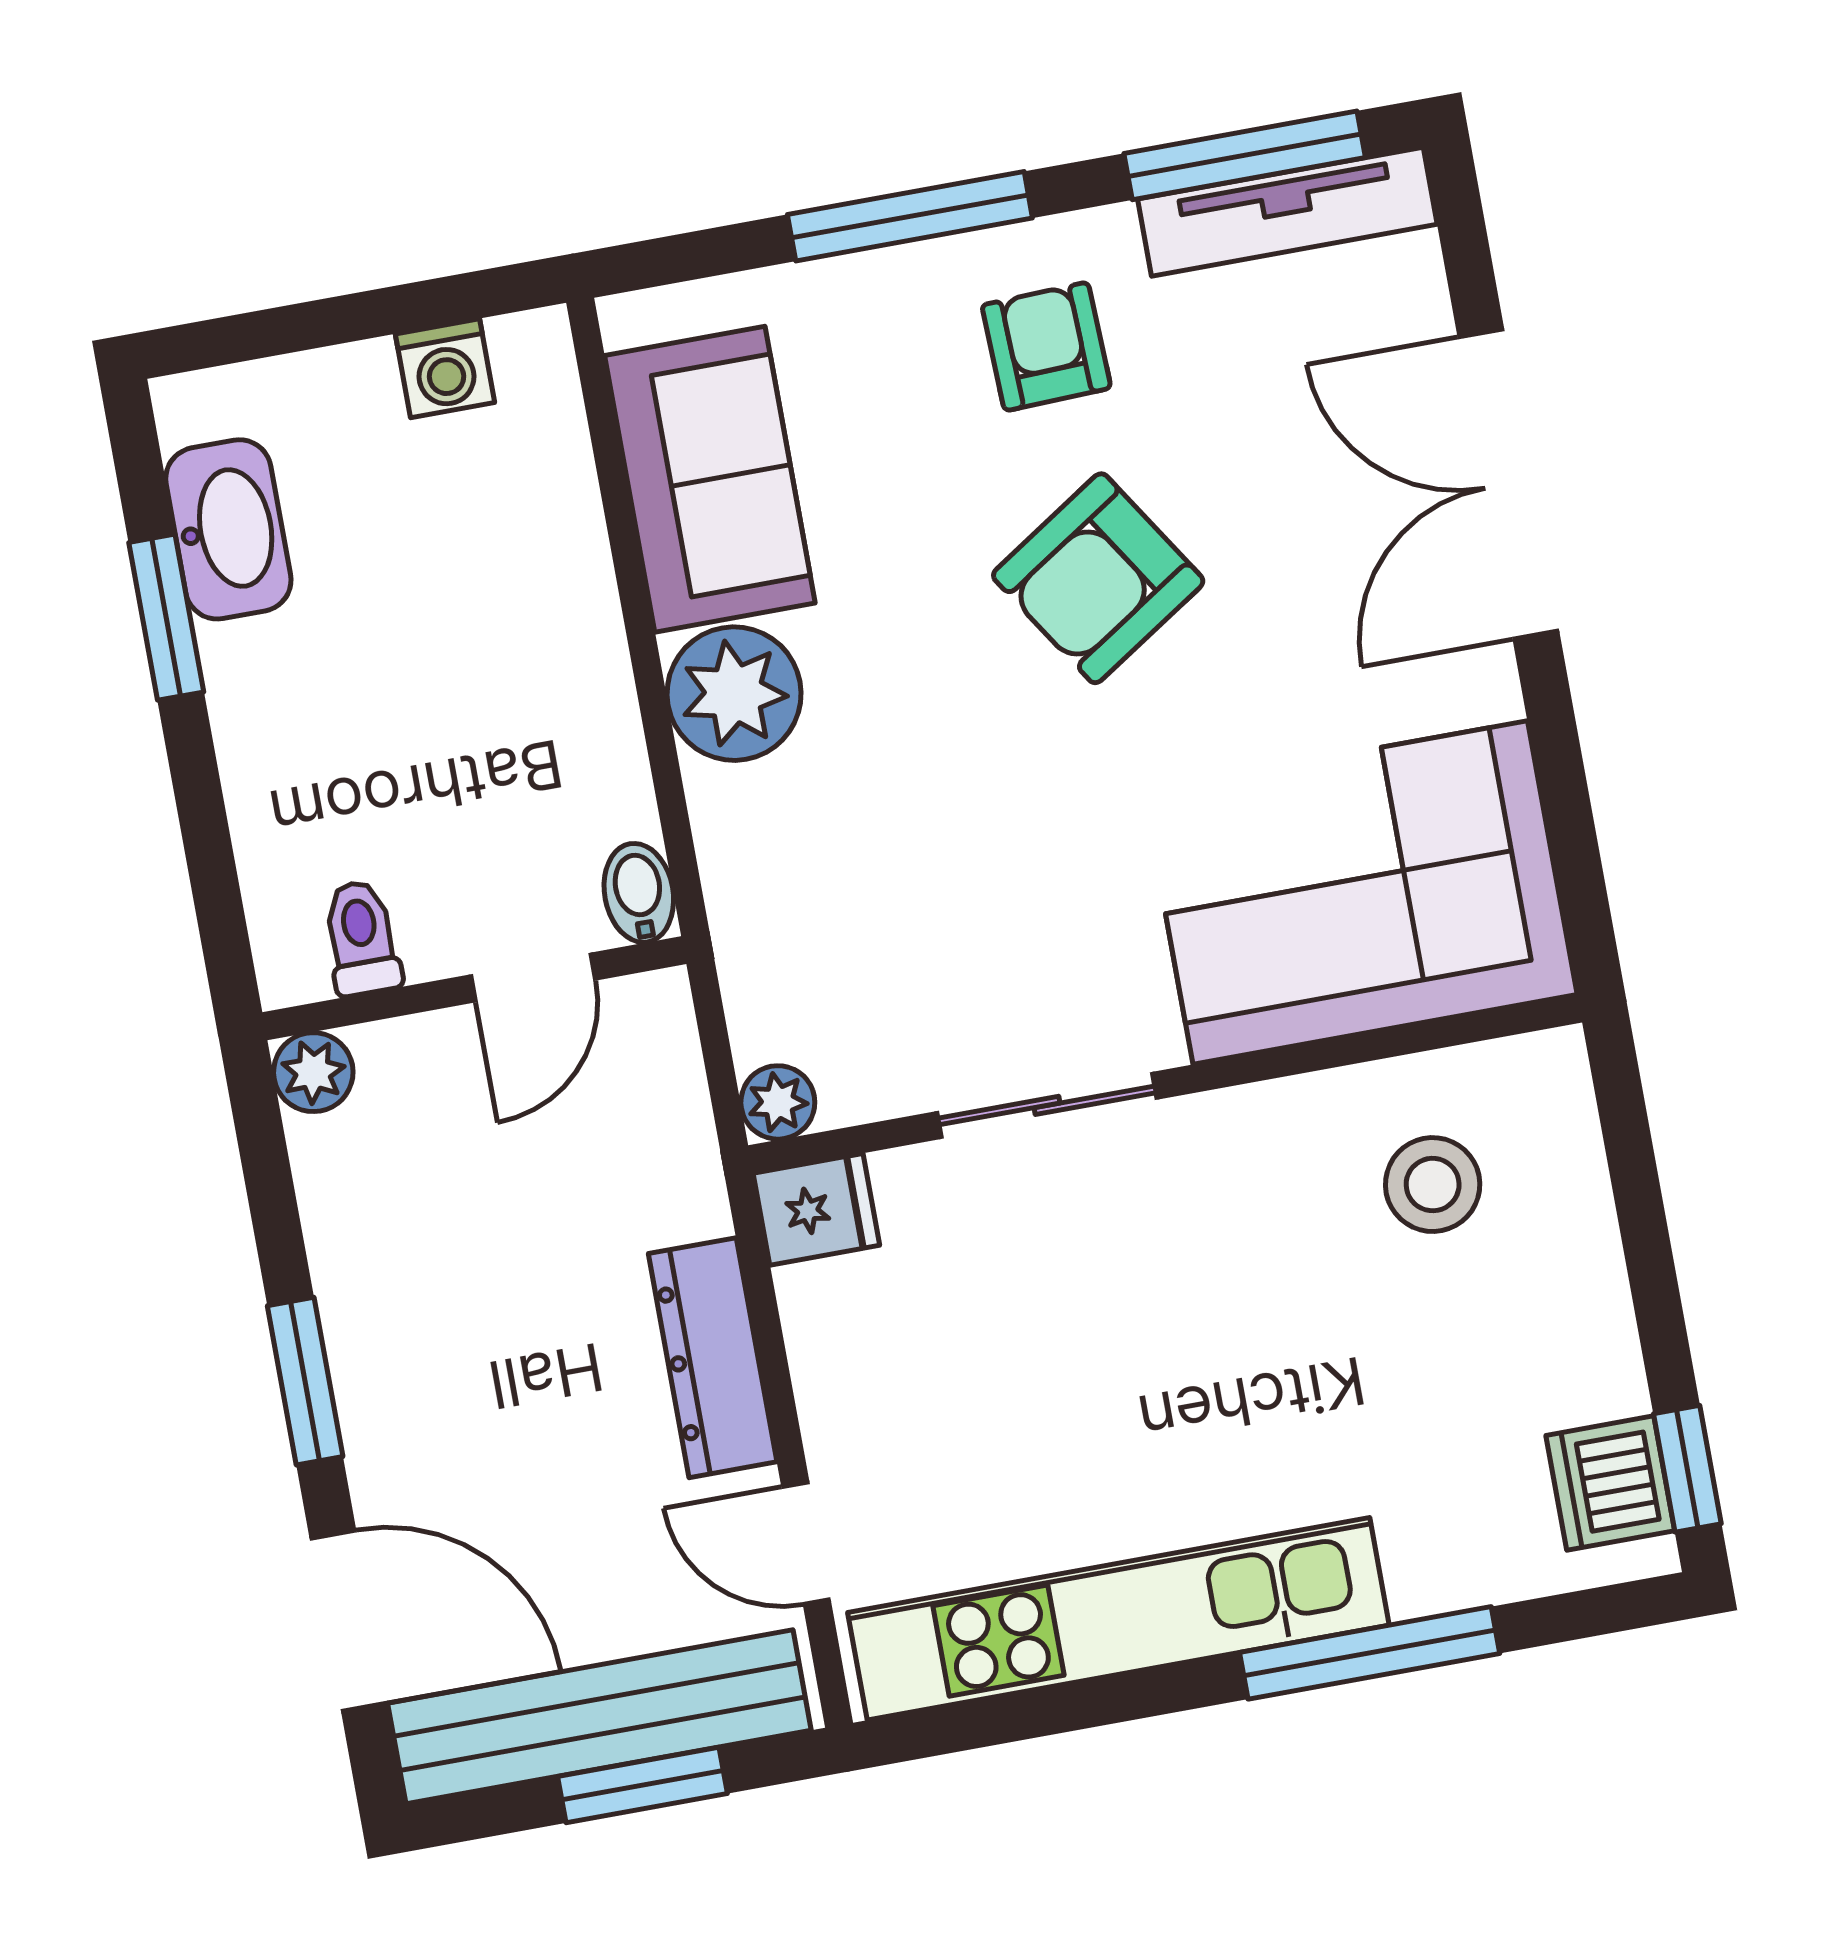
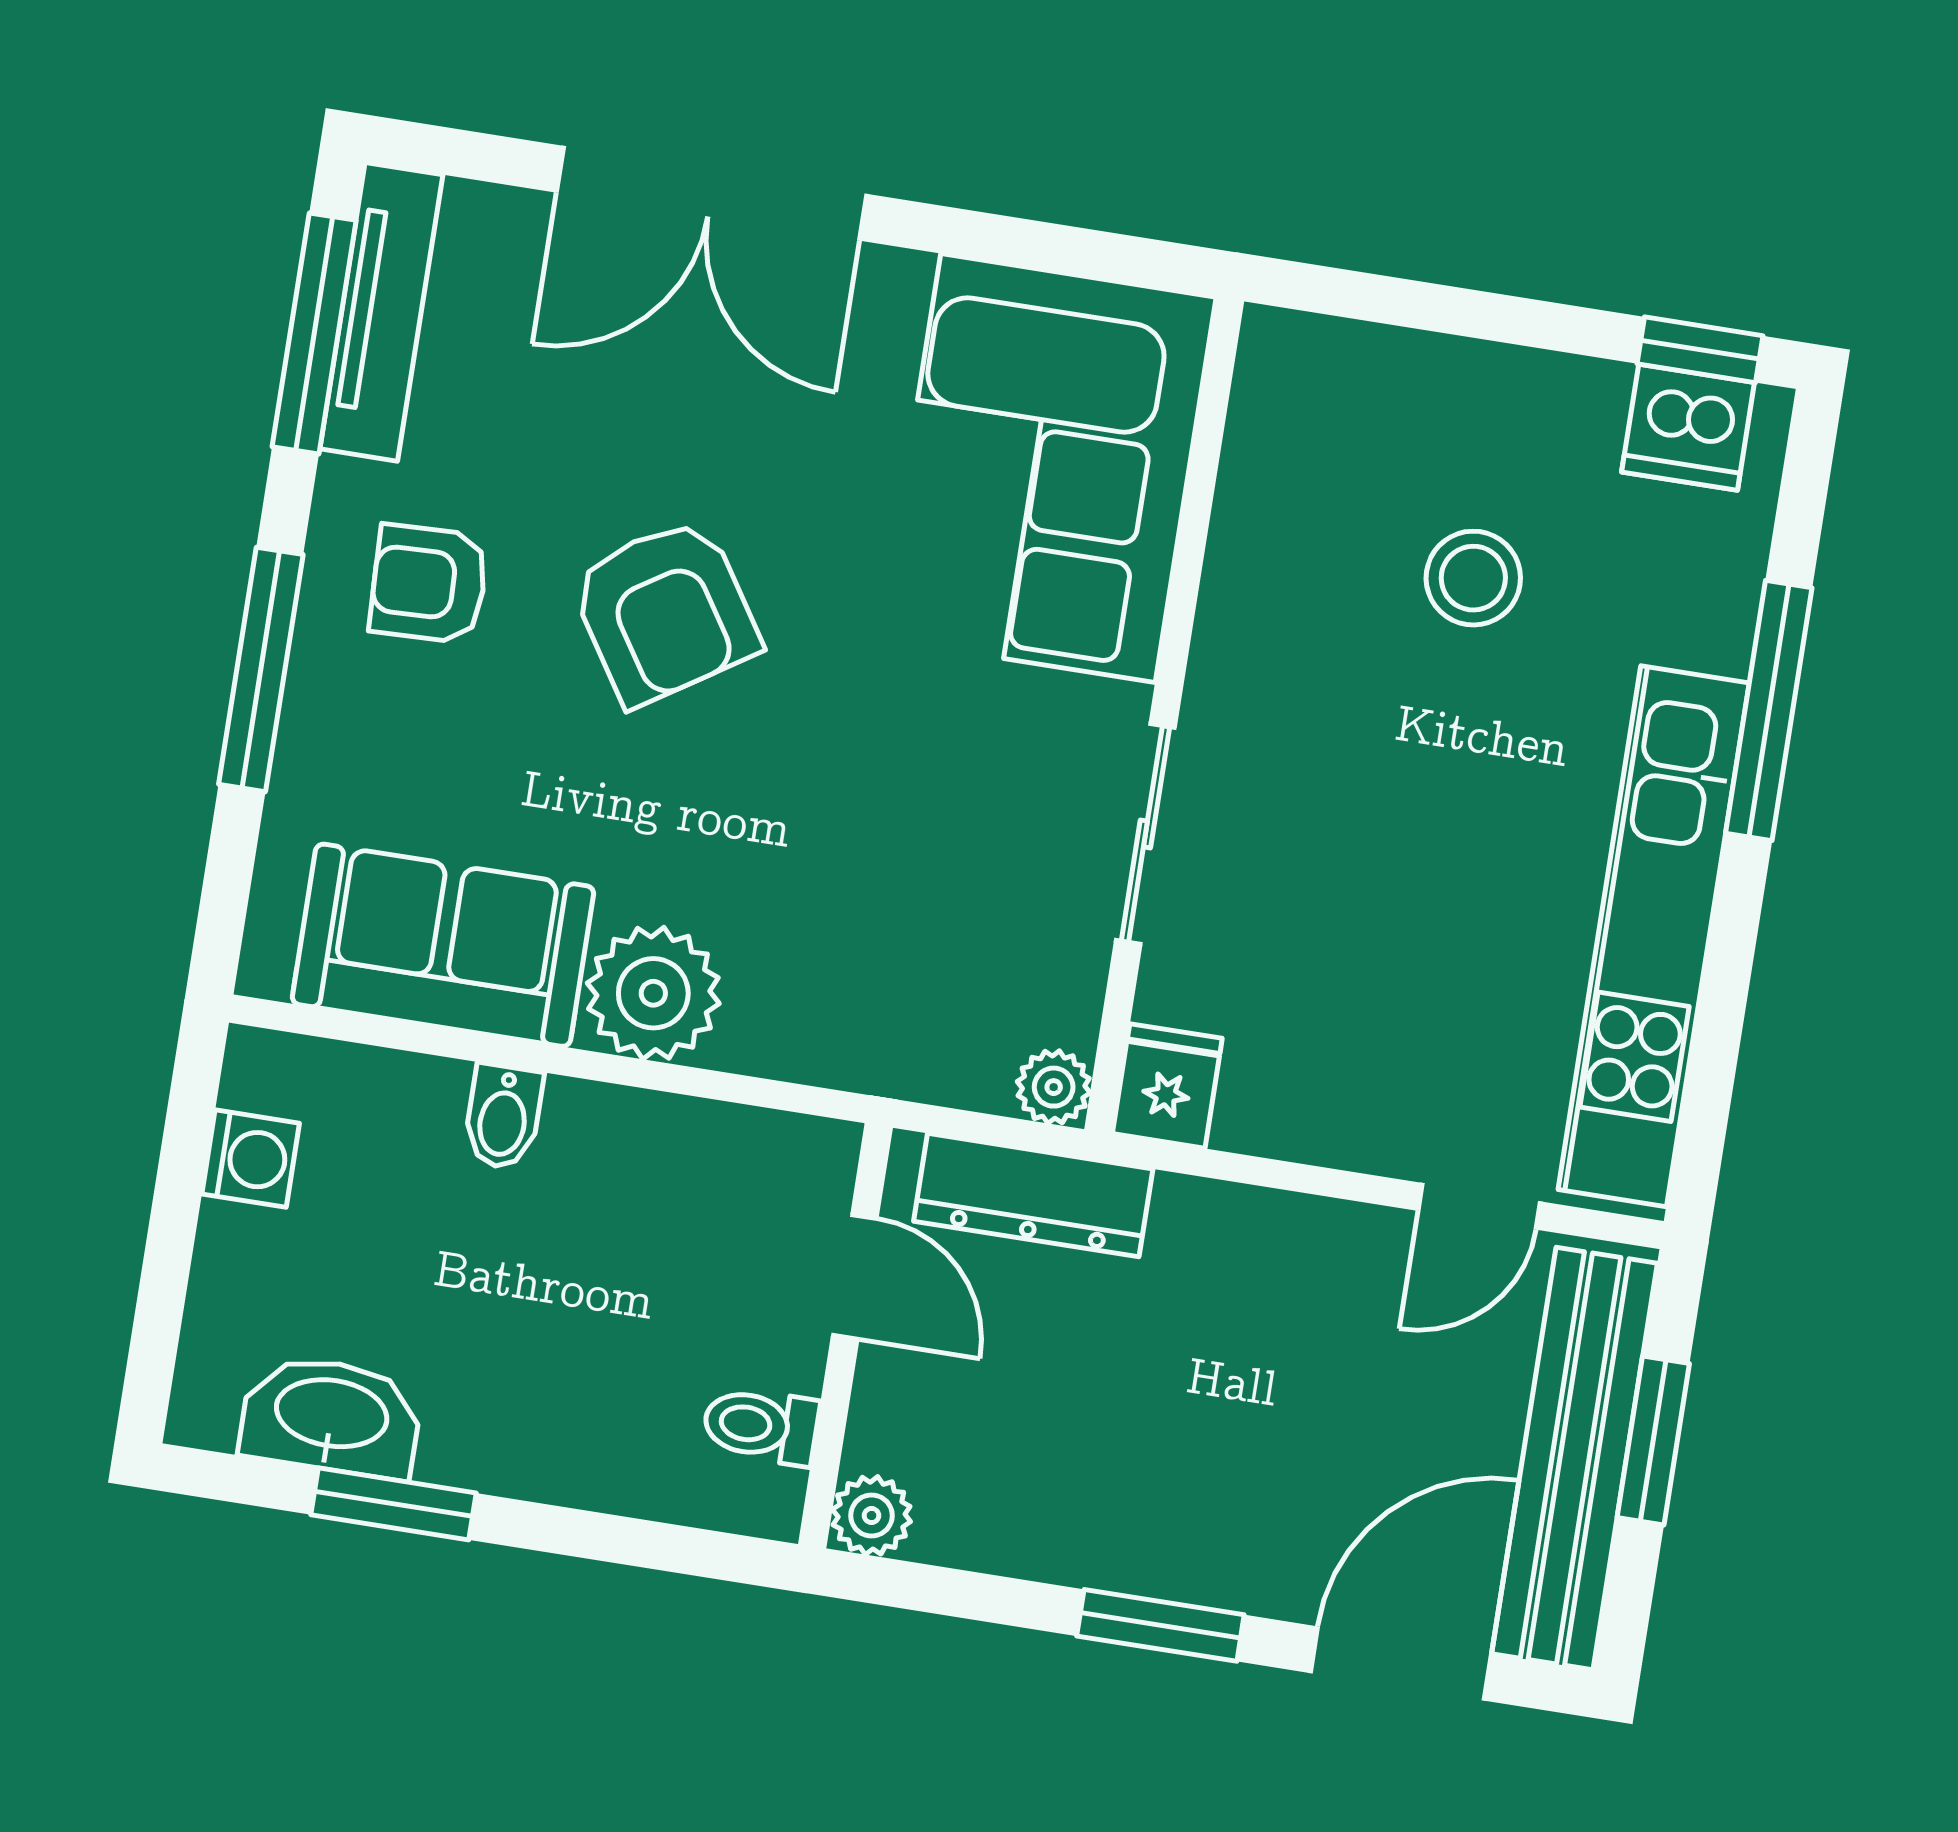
bidet: (639, 893) -> (503, 1117), moved, turned -90
stool: (1433, 1185) -> (1473, 578), moved
dresser: (713, 1358) -> (1033, 1195), moved

